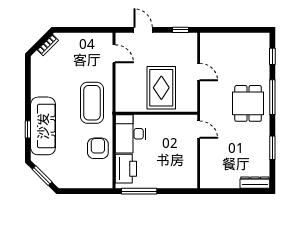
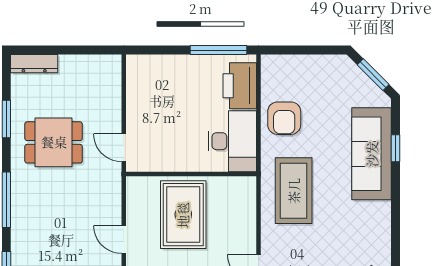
dining table: (248, 103) -> (54, 142), moved, turned 90

